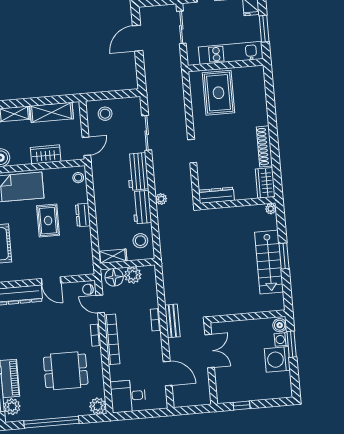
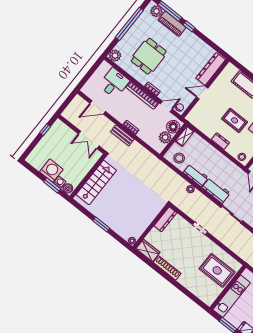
stairs: (269, 262) -> (96, 182), moved, turned 90
desk: (128, 396) -> (114, 83), moved

